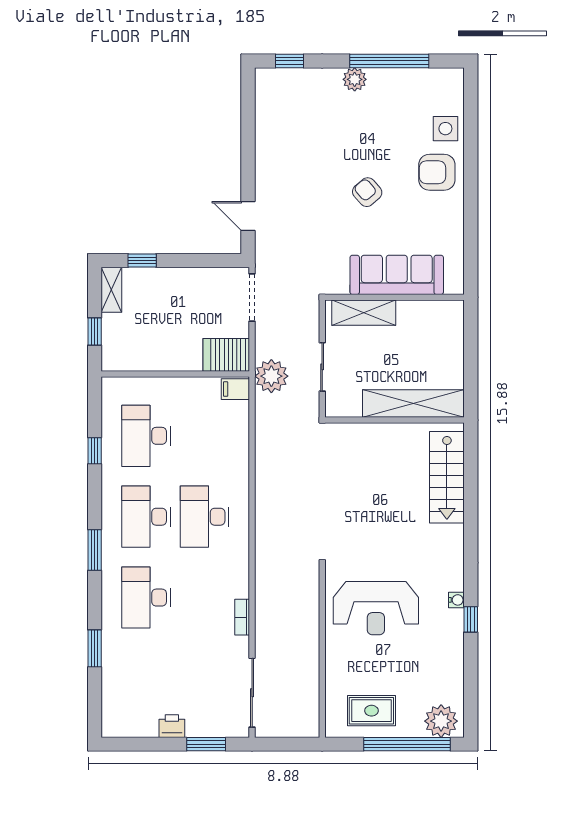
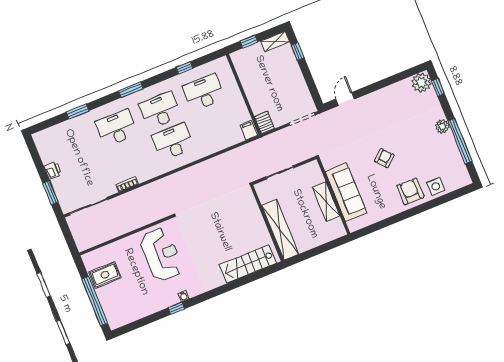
shelving: (364, 313) -> (326, 202), moved
server rack: (226, 355) -> (264, 123), width x0.73, depth x0.70
plant: (271, 376) -> (421, 83), moved
reception desk: (376, 608) -> (161, 255), turned 180
rug: (371, 711) -> (105, 275), turned 90
plant: (441, 721) -> (115, 315), removed

